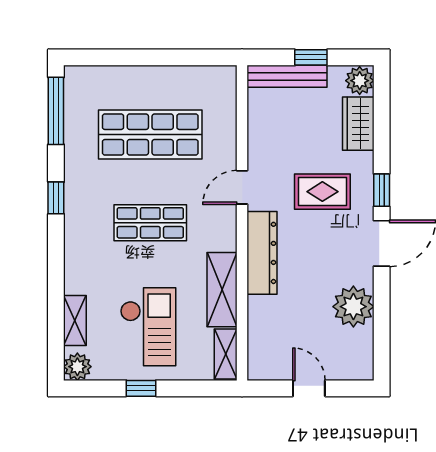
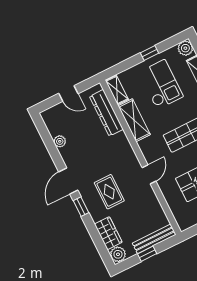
rug: (322, 192) -> (109, 192), turned 90
dresser: (262, 253) -> (106, 113), moved
plant: (353, 307) -> (60, 141), width x0.53, depth x0.53
checkout: (148, 327) -> (161, 84), turned 180

